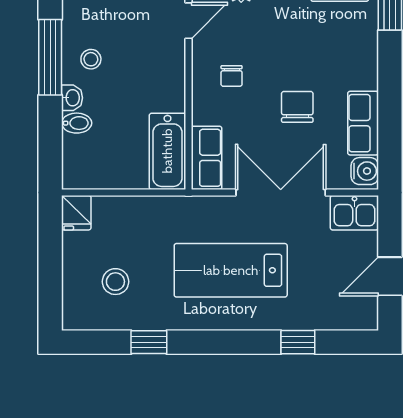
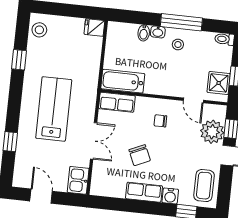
chair: (297, 107) -> (140, 155), turned 66
row of seats: (363, 123) -> (144, 192), moved
water cooler: (365, 171) -> (170, 196), moved
double door: (281, 192) -> (94, 141), width x0.73
stool: (115, 282) -> (39, 30), moved

